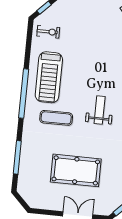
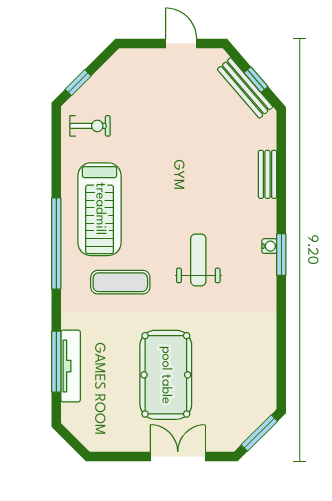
tv unit: (25, 161) -> (71, 366), added
pool table: (76, 170) -> (166, 375), turned 90

